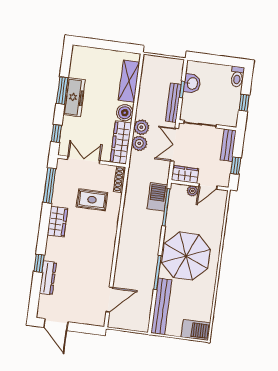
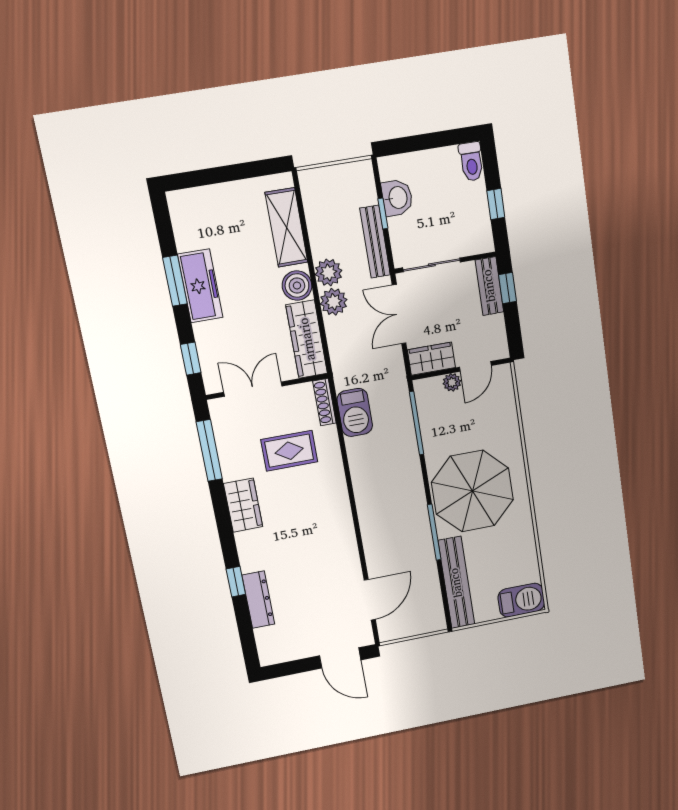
plant: (139, 143) -> (329, 272), moved
window: (236, 166) -> (508, 288), moved
barbecue: (157, 197) -> (355, 412), moved, turned 180
door: (56, 325) -> (340, 658), moved

